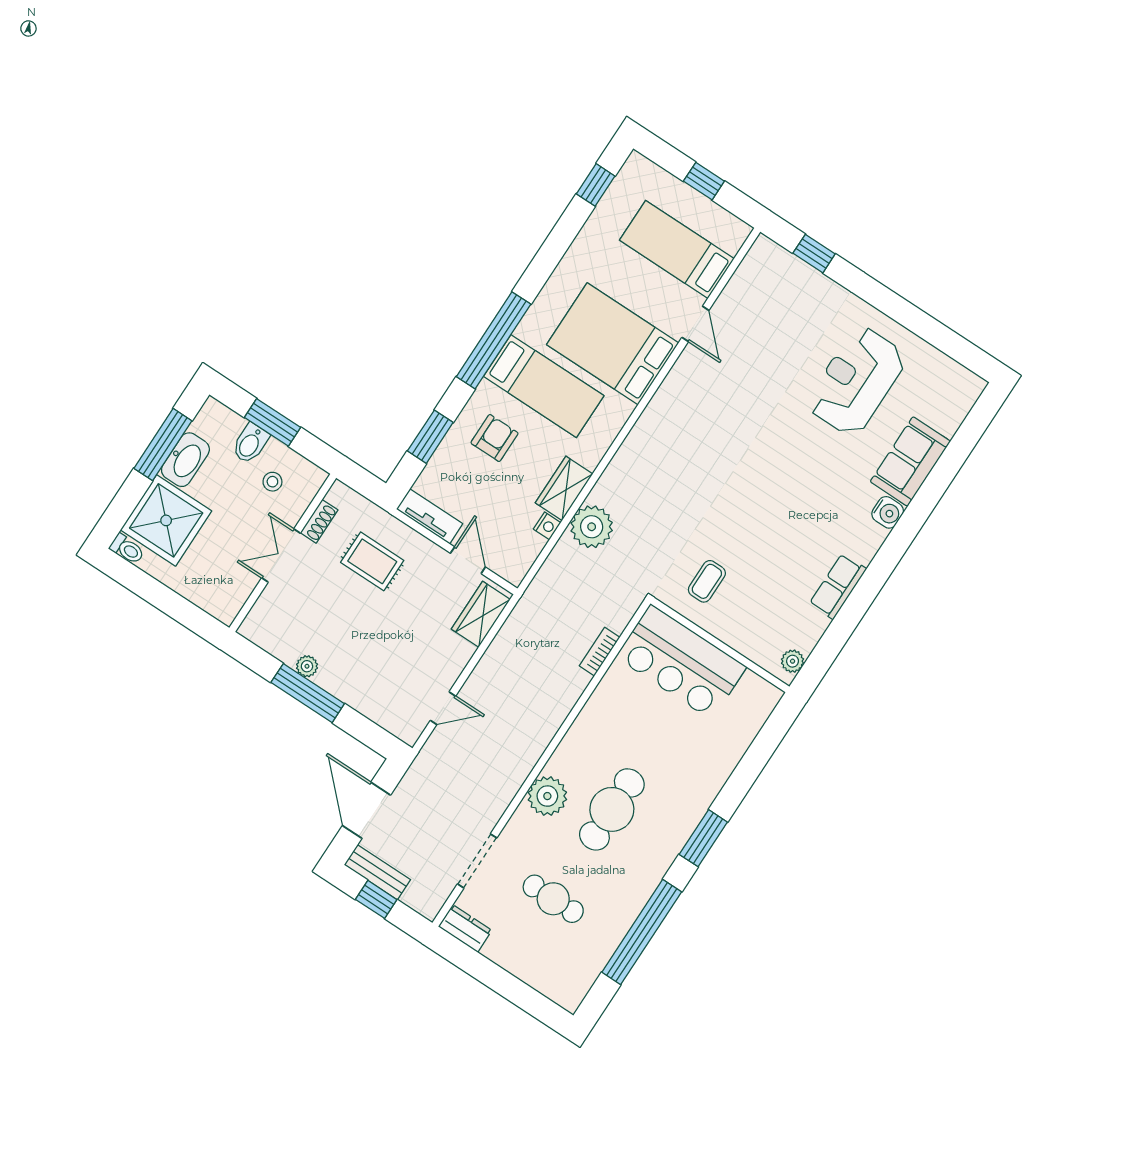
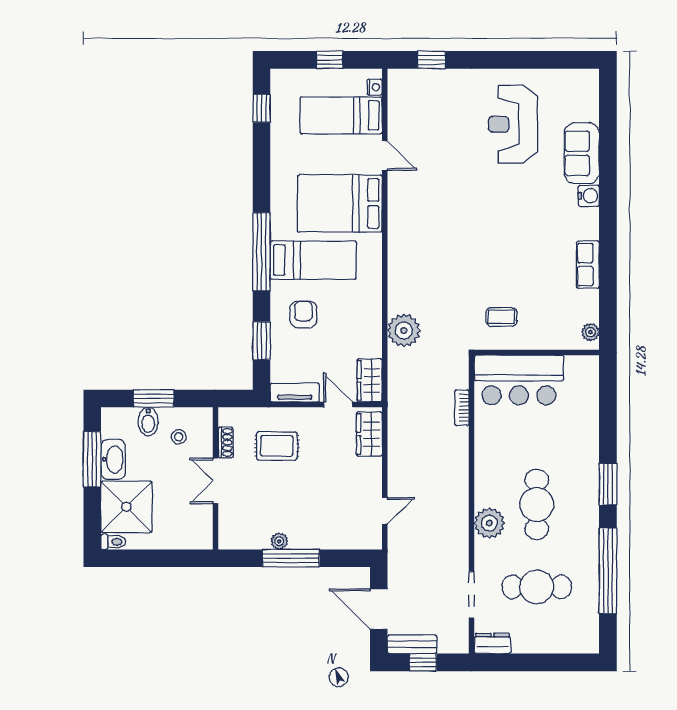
wardrobe: (564, 488) -> (370, 380), moved
nightstand: (547, 526) -> (375, 87), moved
coffee table: (707, 581) -> (501, 317), turned 90
cafe table: (553, 899) -> (537, 587), width x1.37, depth x1.35

